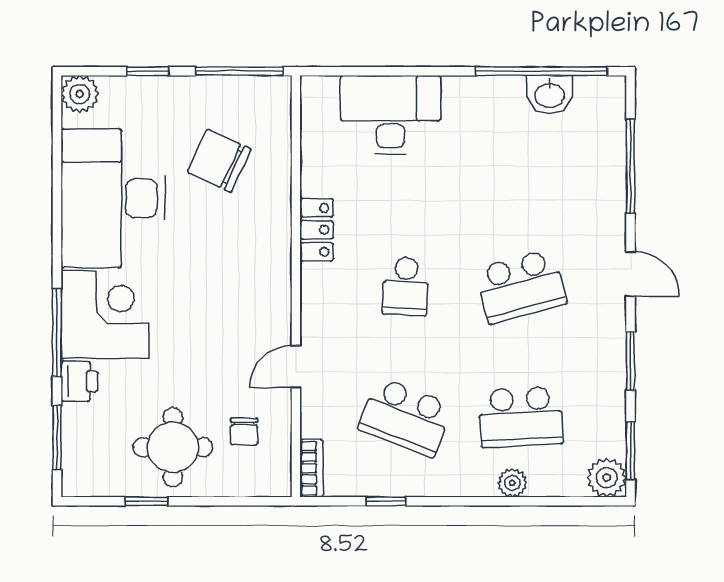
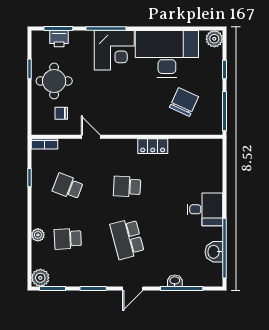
desk: (391, 115) -> (205, 209), moved, width x0.73
washbasin: (613, 181) -> (175, 281), added
printer: (79, 381) -> (59, 39), moved
school desk: (406, 417) -> (68, 187), width x0.54
school desk: (521, 417) -> (68, 239), width x0.54

